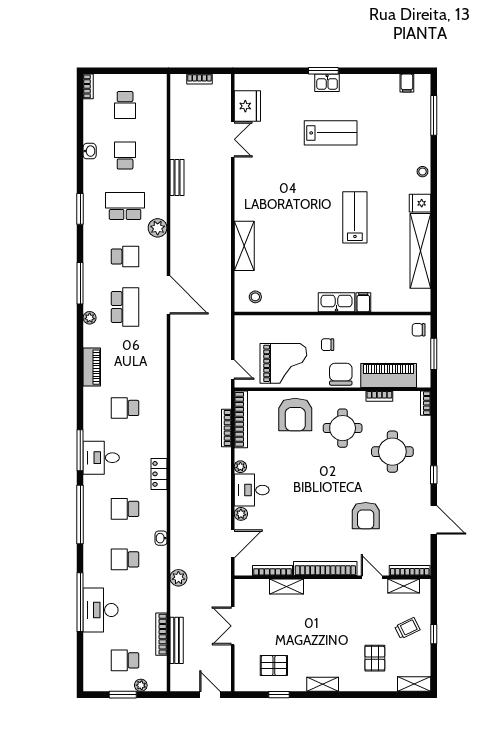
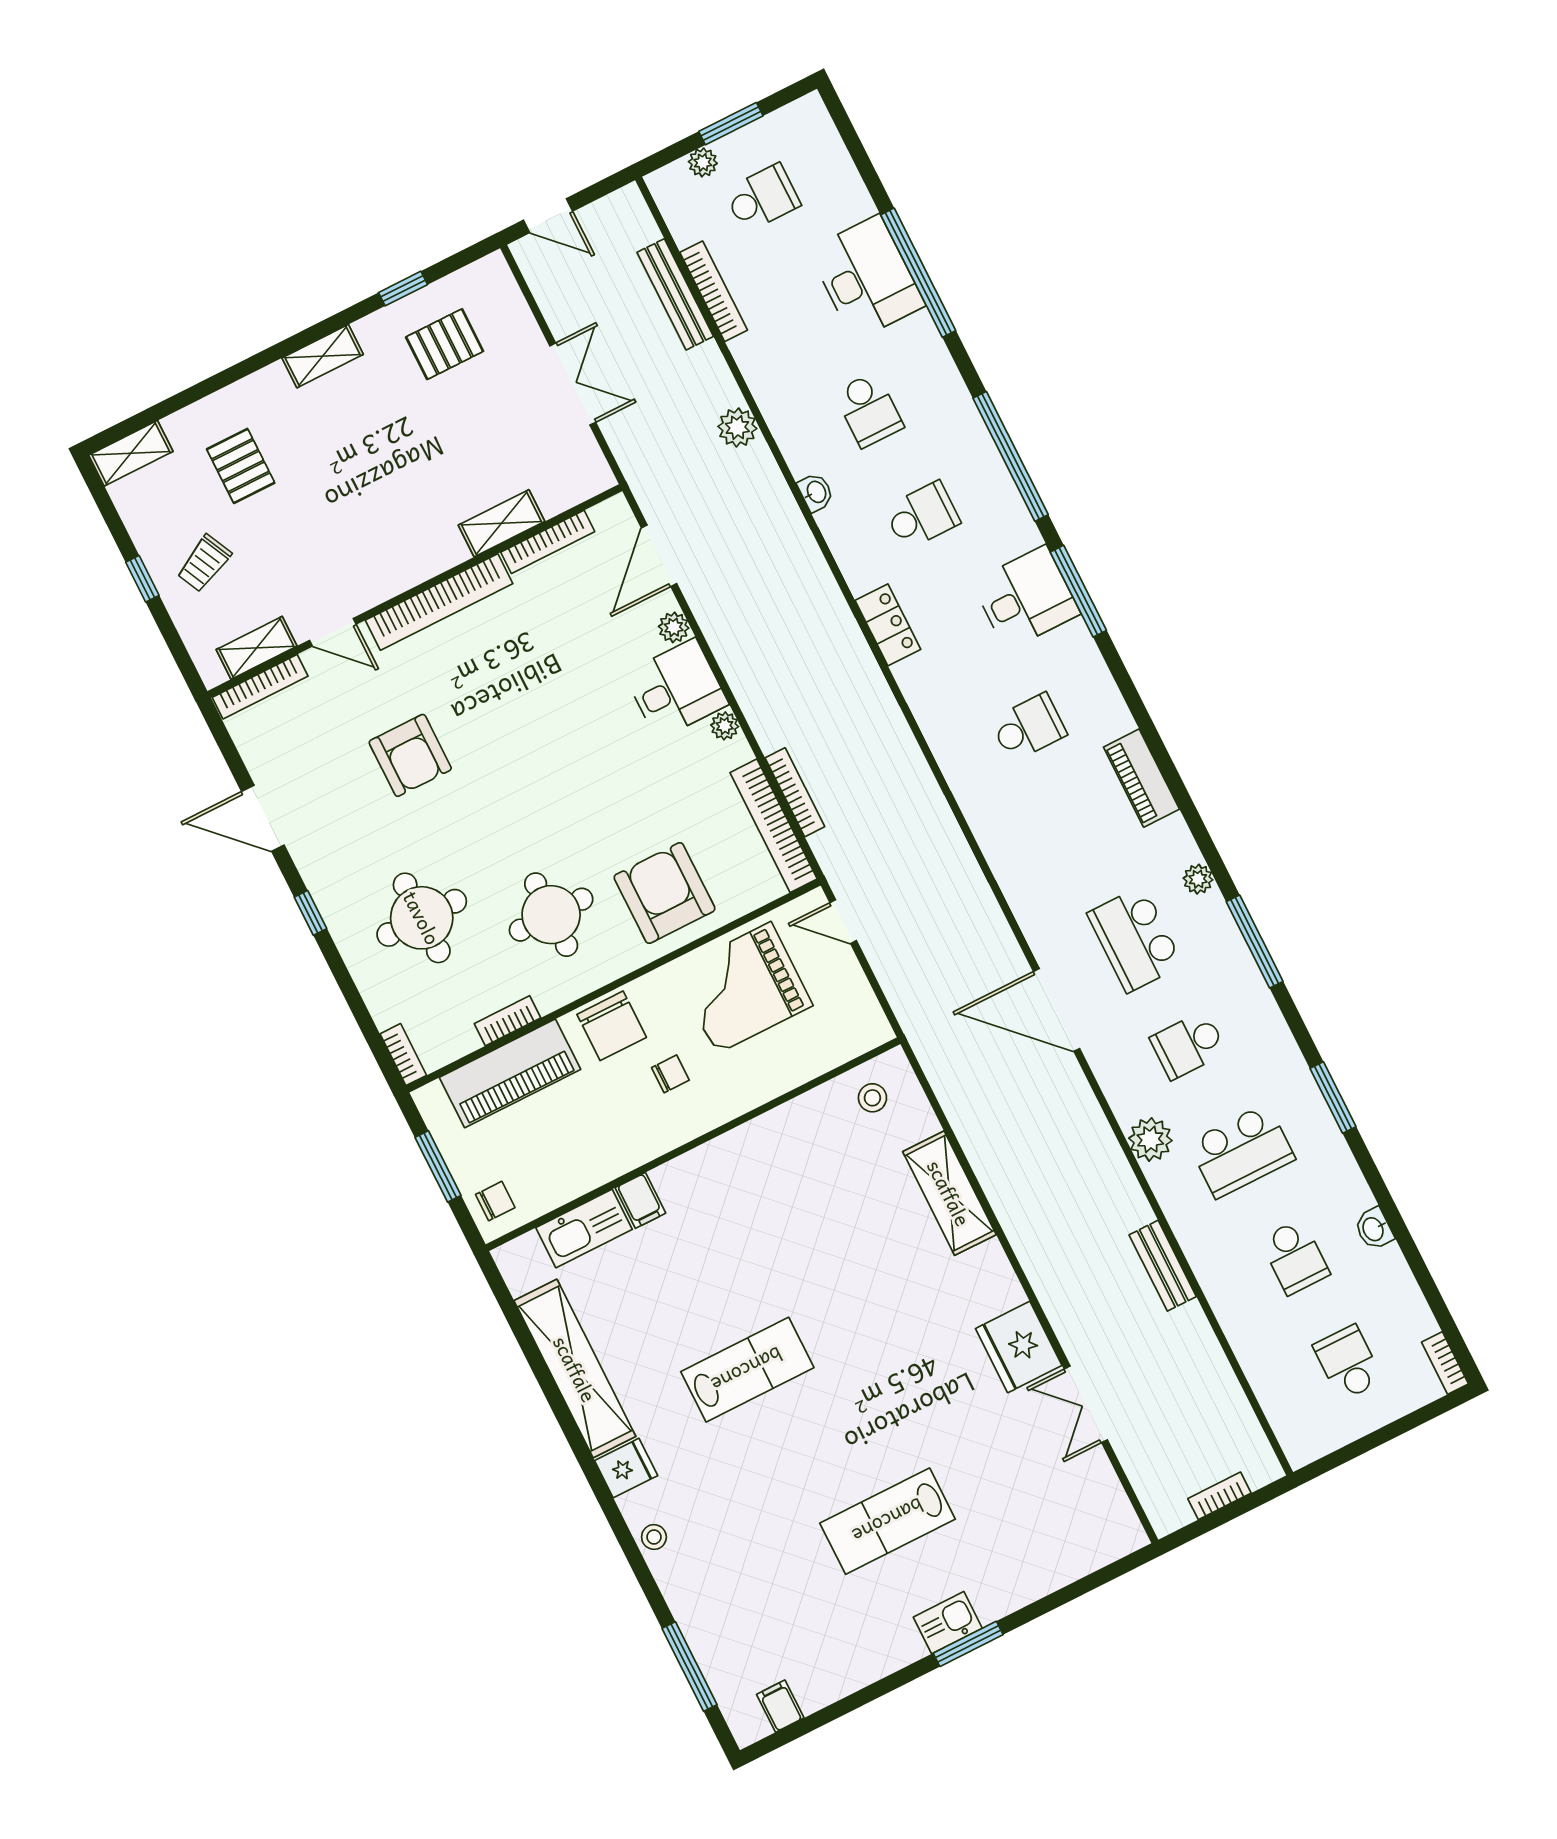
fridge: (247, 106) -> (1019, 1347), moved
lab bench: (355, 217) -> (747, 1370), turned -90
kitchen sink: (336, 302) -> (584, 1228), moved
armchair: (366, 516) -> (410, 755), turned 180
school desk: (125, 559) -> (869, 410), turned 90

